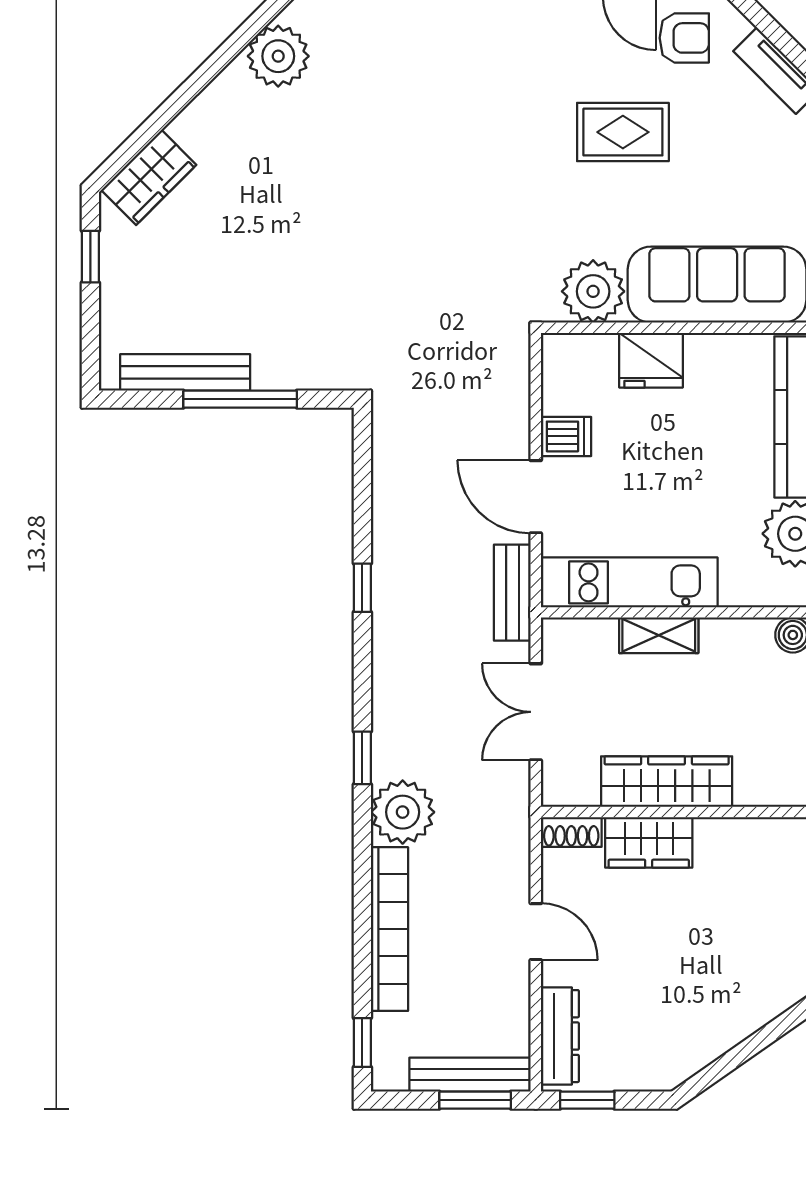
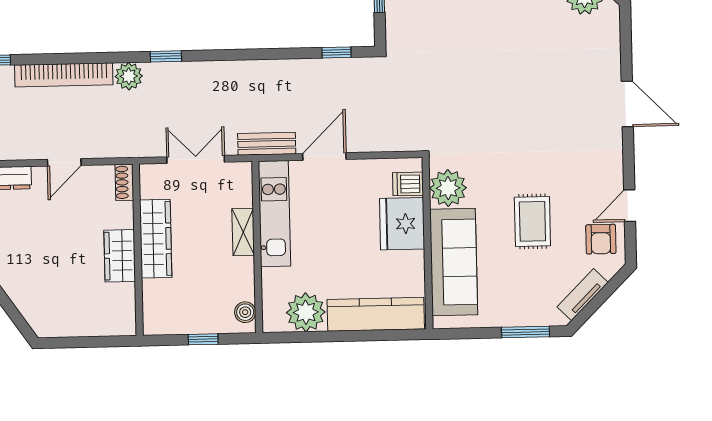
rug: (623, 132) -> (532, 221), moved
fridge: (651, 360) -> (402, 224), width x1.36, depth x1.34
dishwasher: (566, 436) -> (408, 184), moved, turned 90
window: (362, 588) -> (336, 52), moved
plant: (403, 812) -> (129, 76), width x0.73, depth x0.73
wardrobe: (649, 842) -> (120, 256), moved

